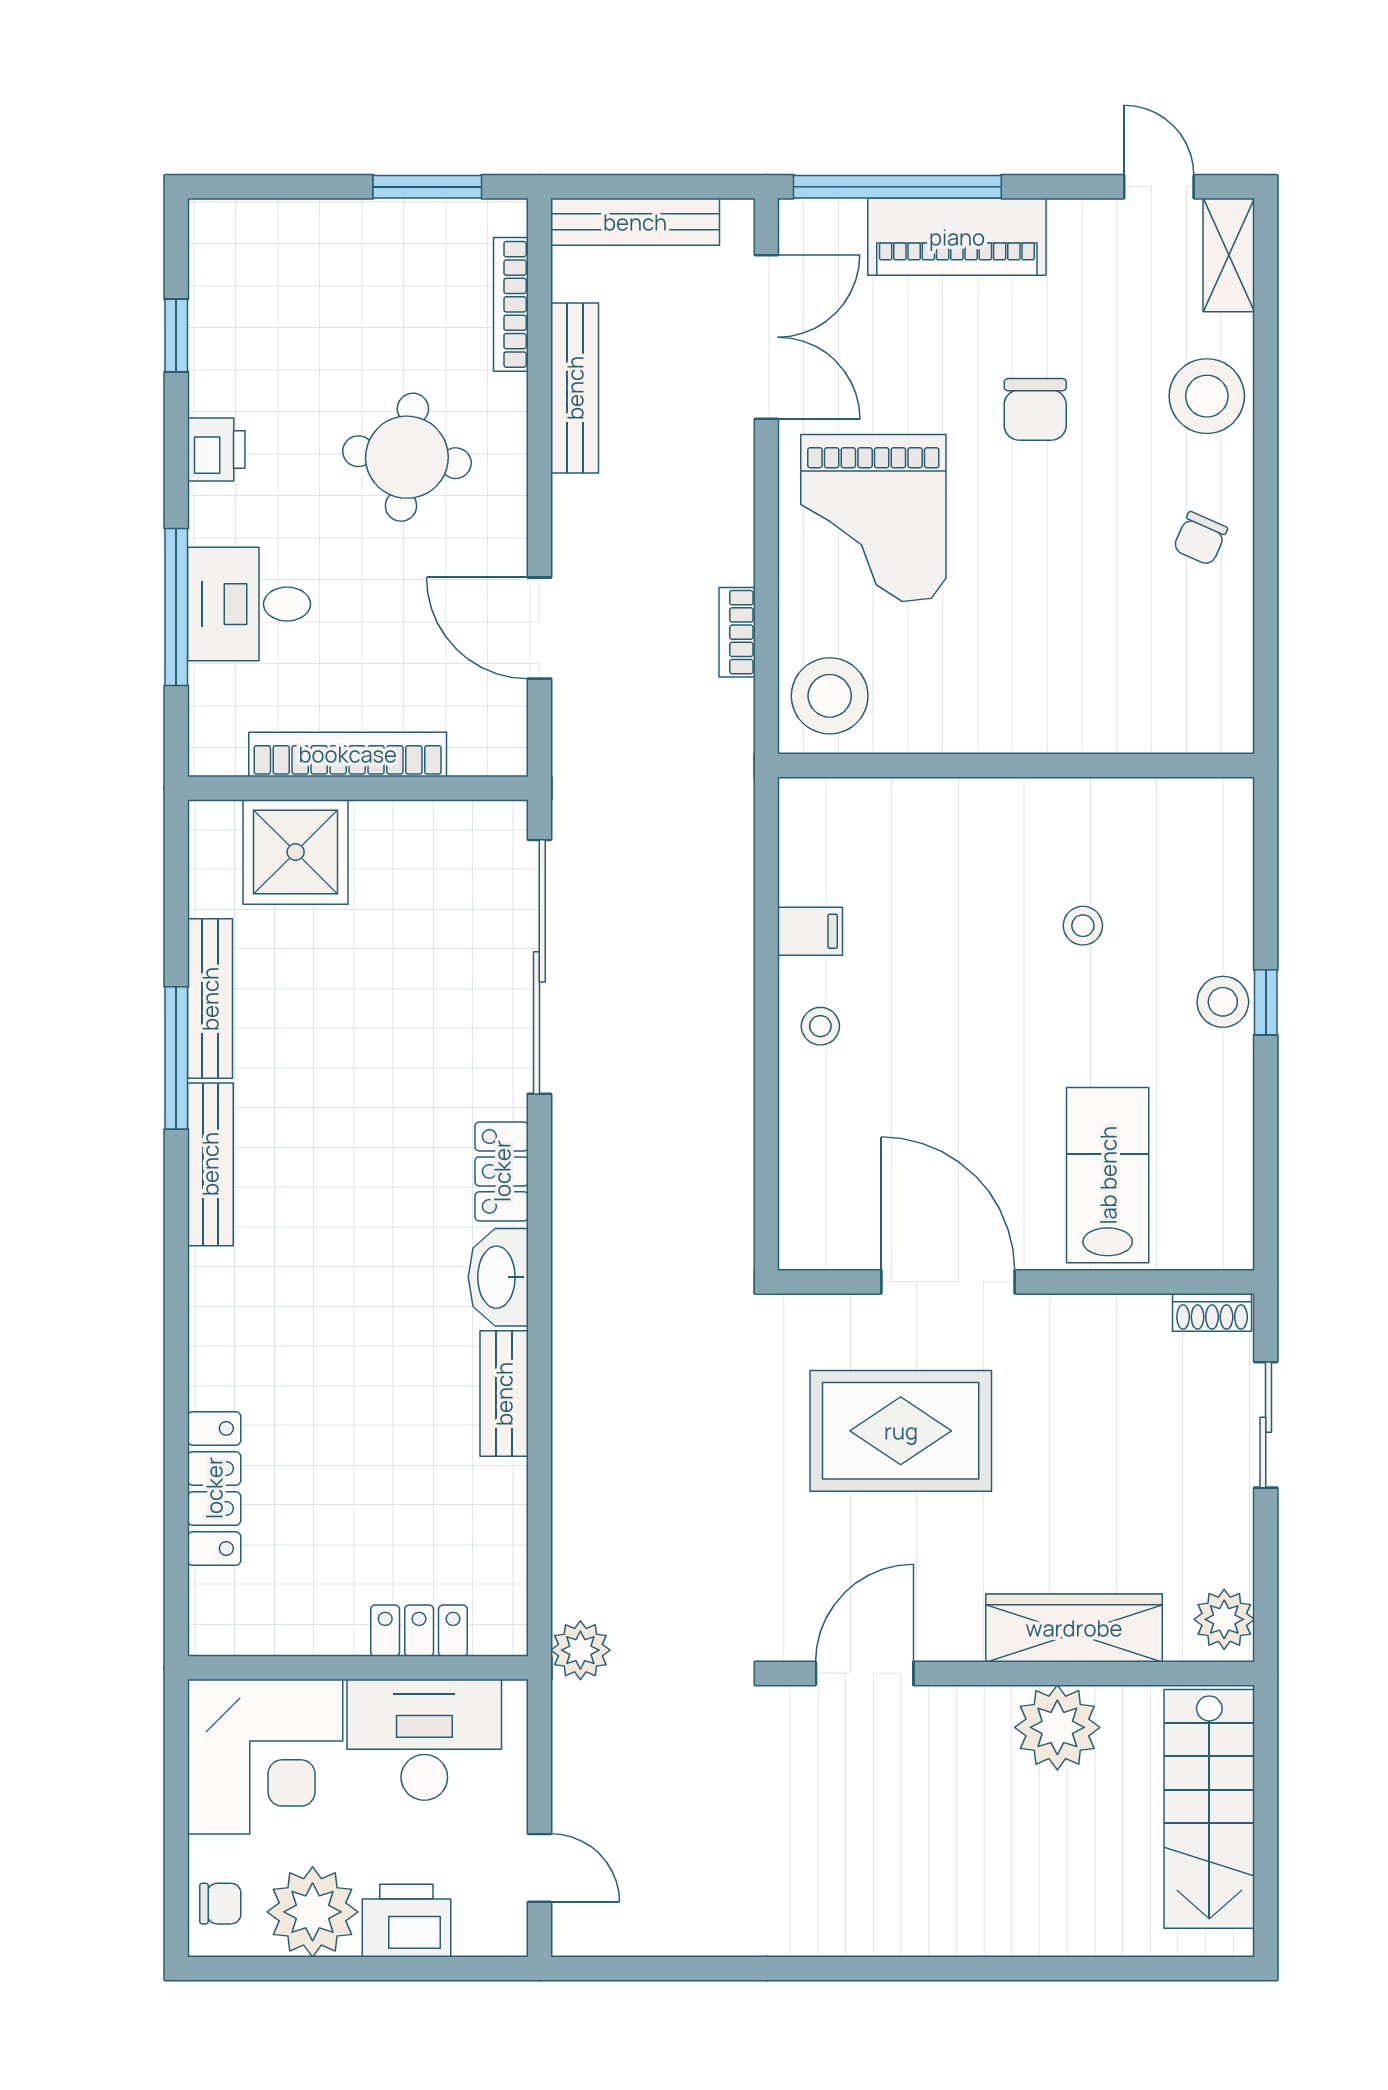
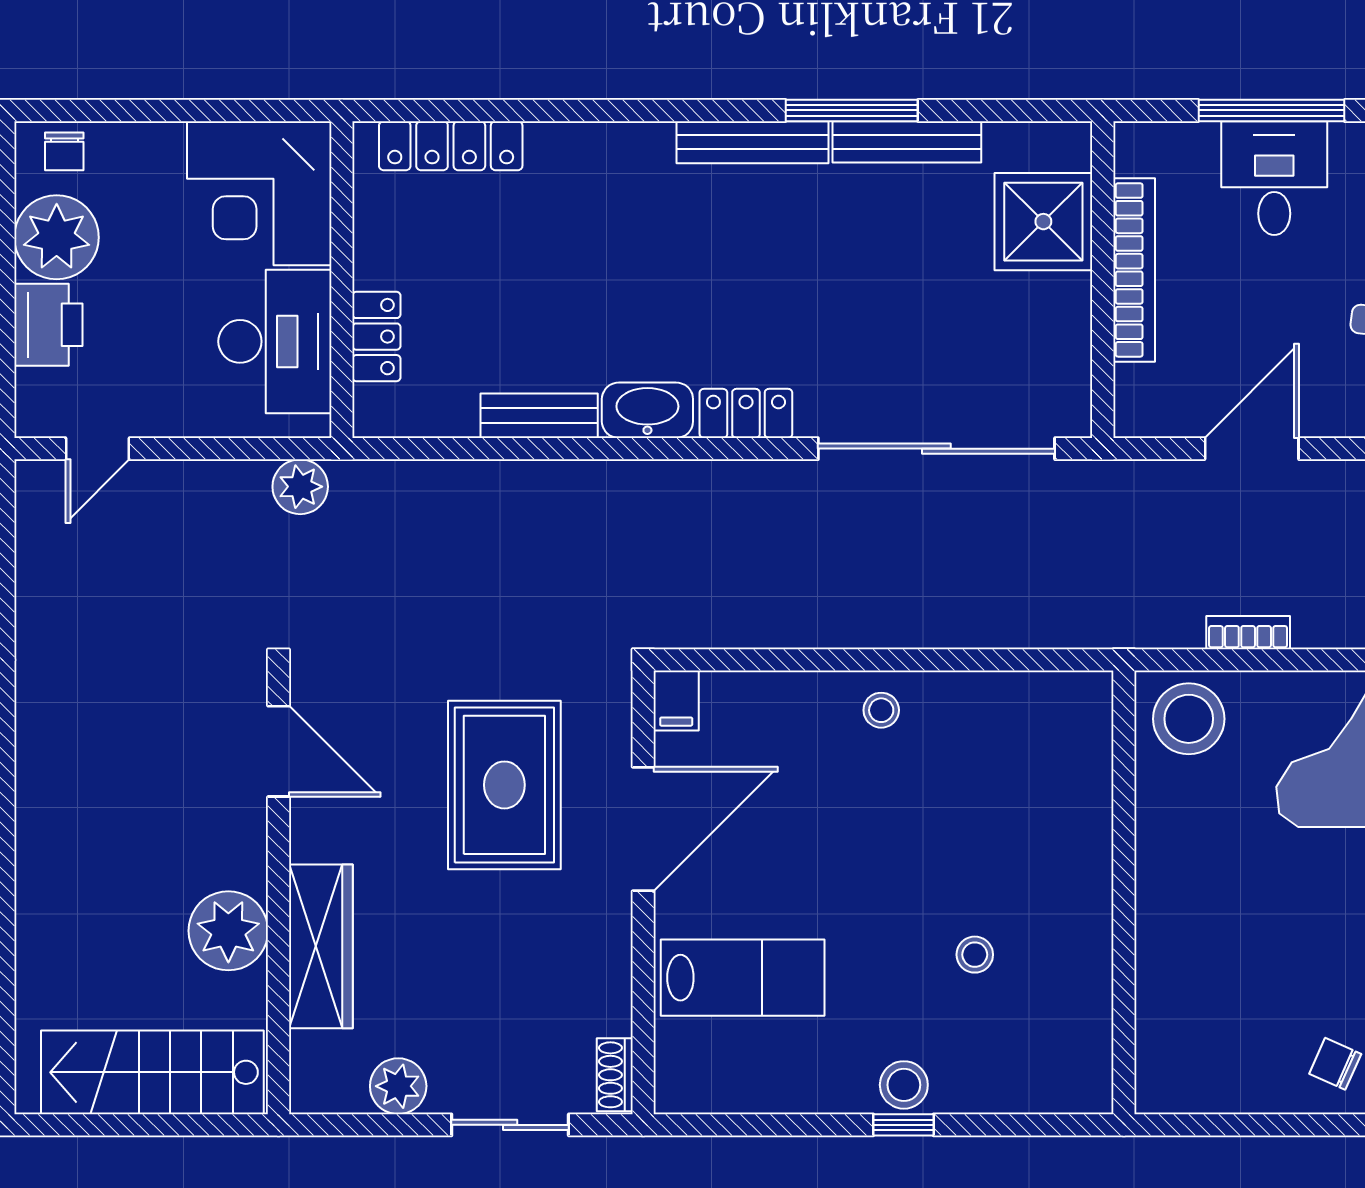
filing cabinet: (810, 931) -> (676, 701), moved
plant: (1224, 1619) -> (398, 1086), moved
locker: (419, 1631) -> (376, 337), moved
wall: (358, 1668) -> (342, 280), moved
desk: (424, 1740) -> (275, 341), moved
corner desk: (265, 1757) -> (259, 193), moved

